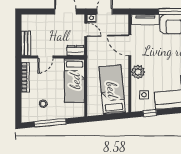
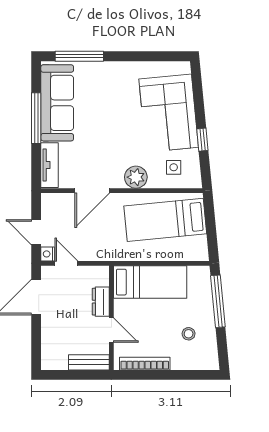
door: (86, 30) -> (66, 263), hinge flipped
dresser: (76, 51) -> (101, 302), moved
window: (150, 113) -> (202, 140), moved
window: (50, 123) -> (218, 301), moved

